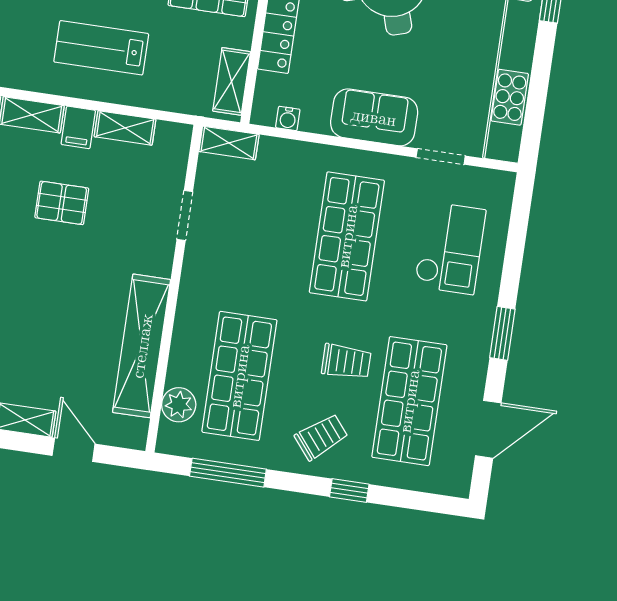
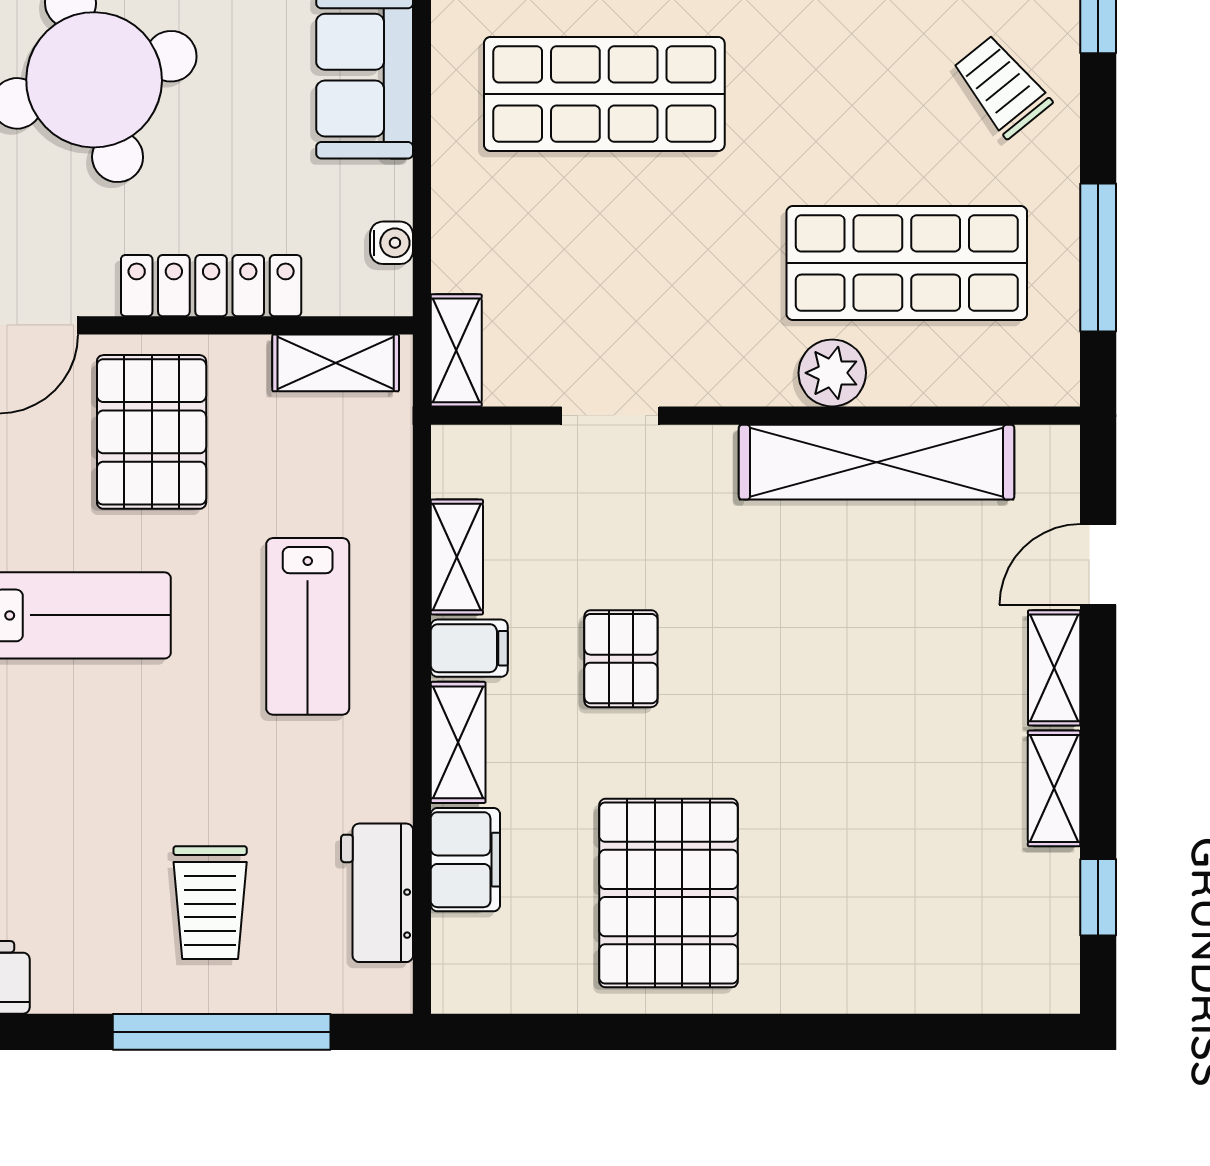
trolley: (346, 362) -> (848, 59), removed
plant: (179, 405) -> (832, 373), moved

